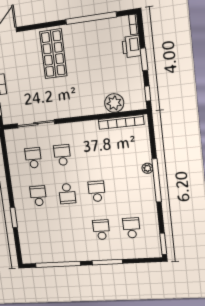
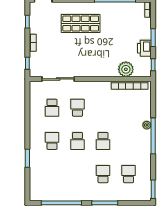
printer: (131, 47) -> (144, 48), moved
shop shelf: (53, 54) -> (81, 23), turned 90
school desk: (33, 158) -> (52, 108), turned 180
school desk: (97, 191) -> (103, 141), turned 180

